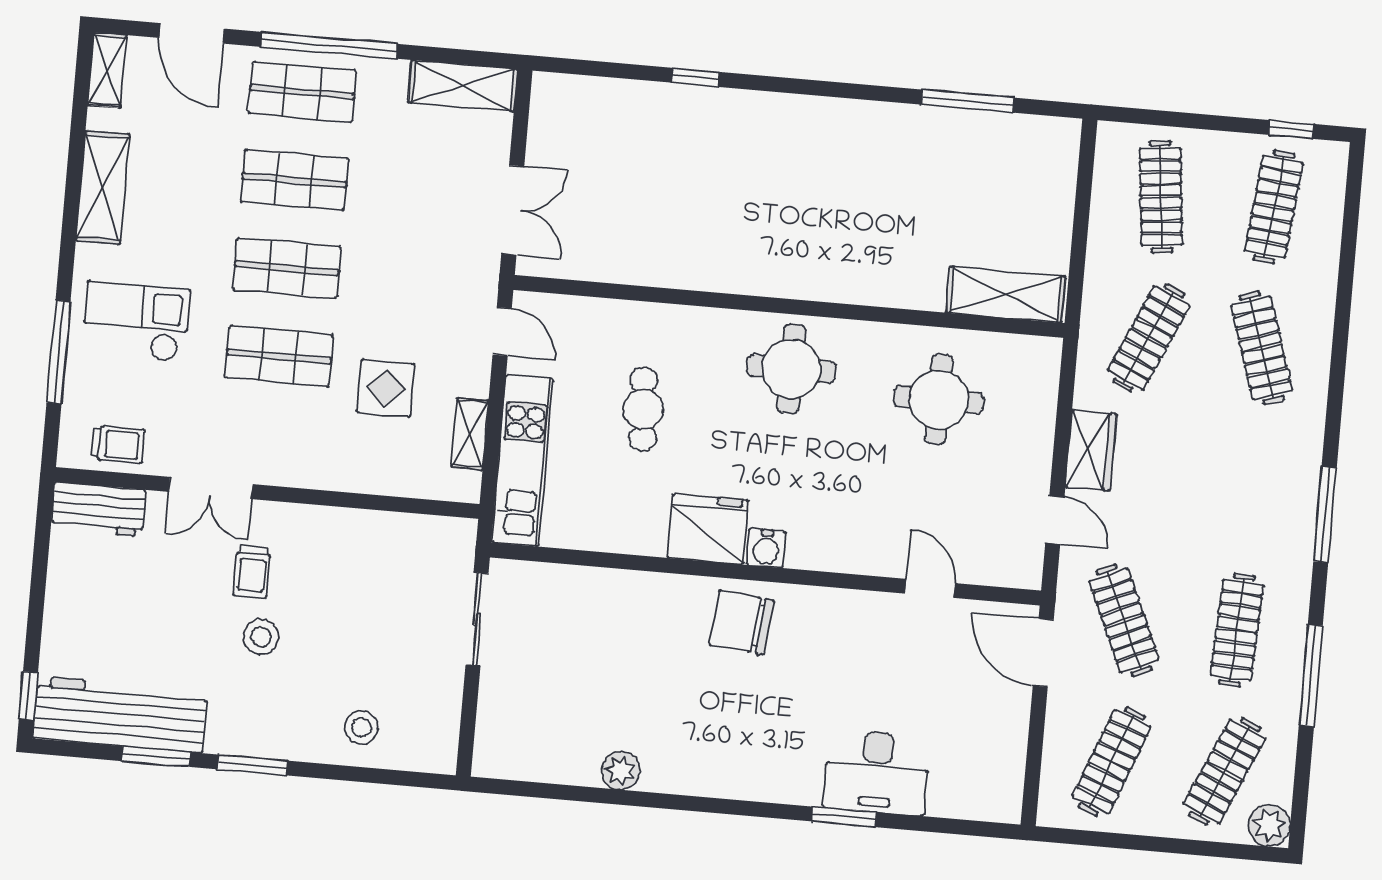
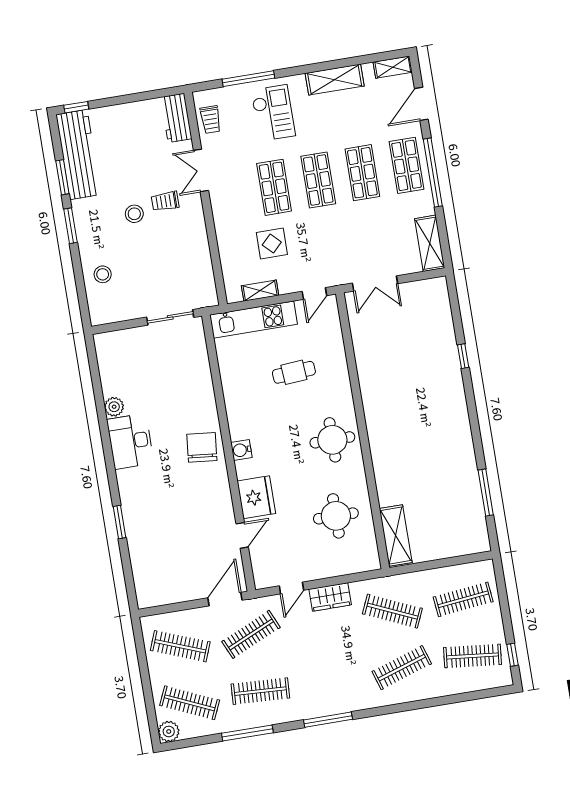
fridge: (708, 529) -> (256, 497), moved
desk: (877, 772) -> (130, 441), moved

